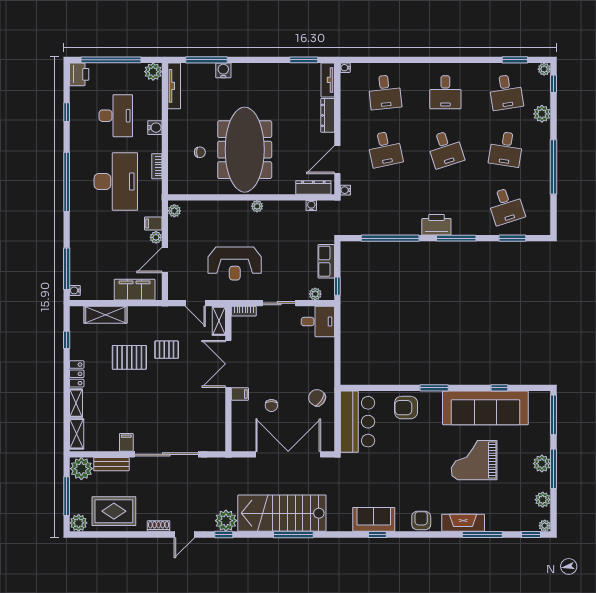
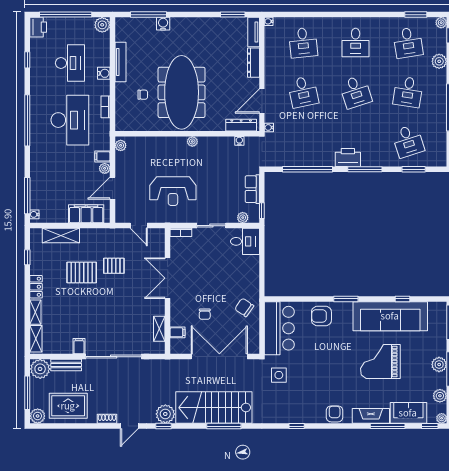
tv unit: (174, 86) -> (121, 62), moved
shelving: (219, 321) -> (159, 329), moved
filing cabinet: (240, 394) -> (177, 332), moved
side table: (357, 476) -> (279, 375), added
sofa: (374, 519) -> (408, 413), moved

